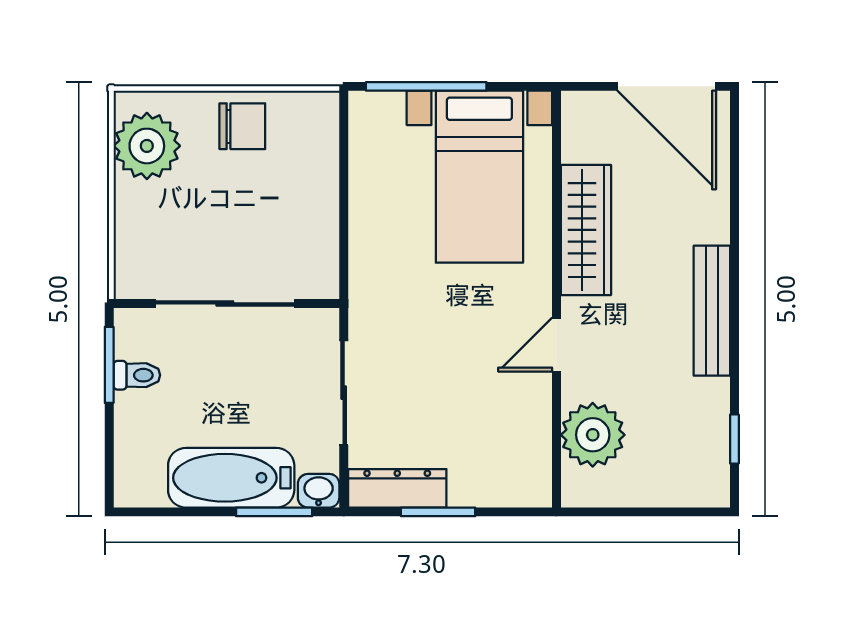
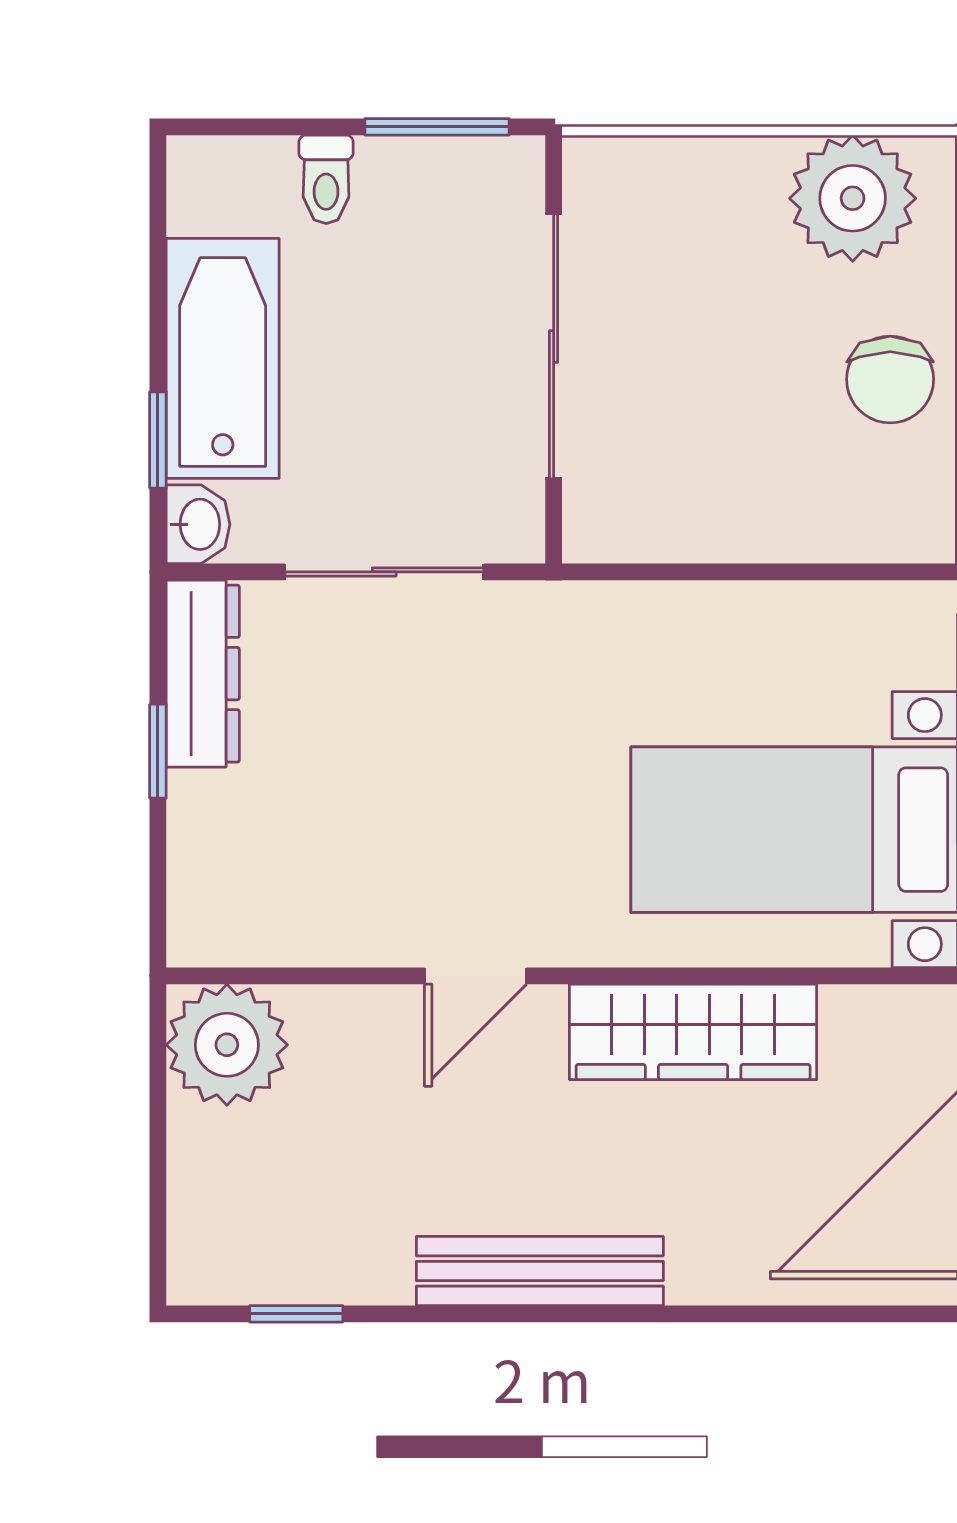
door: (556, 345) -> (475, 976), swing flipped
toilet: (137, 375) -> (326, 179), moved
plant: (593, 435) -> (227, 1045), moved
window: (274, 512) -> (158, 440), width x0.67
window: (438, 512) -> (158, 751), width x0.67

